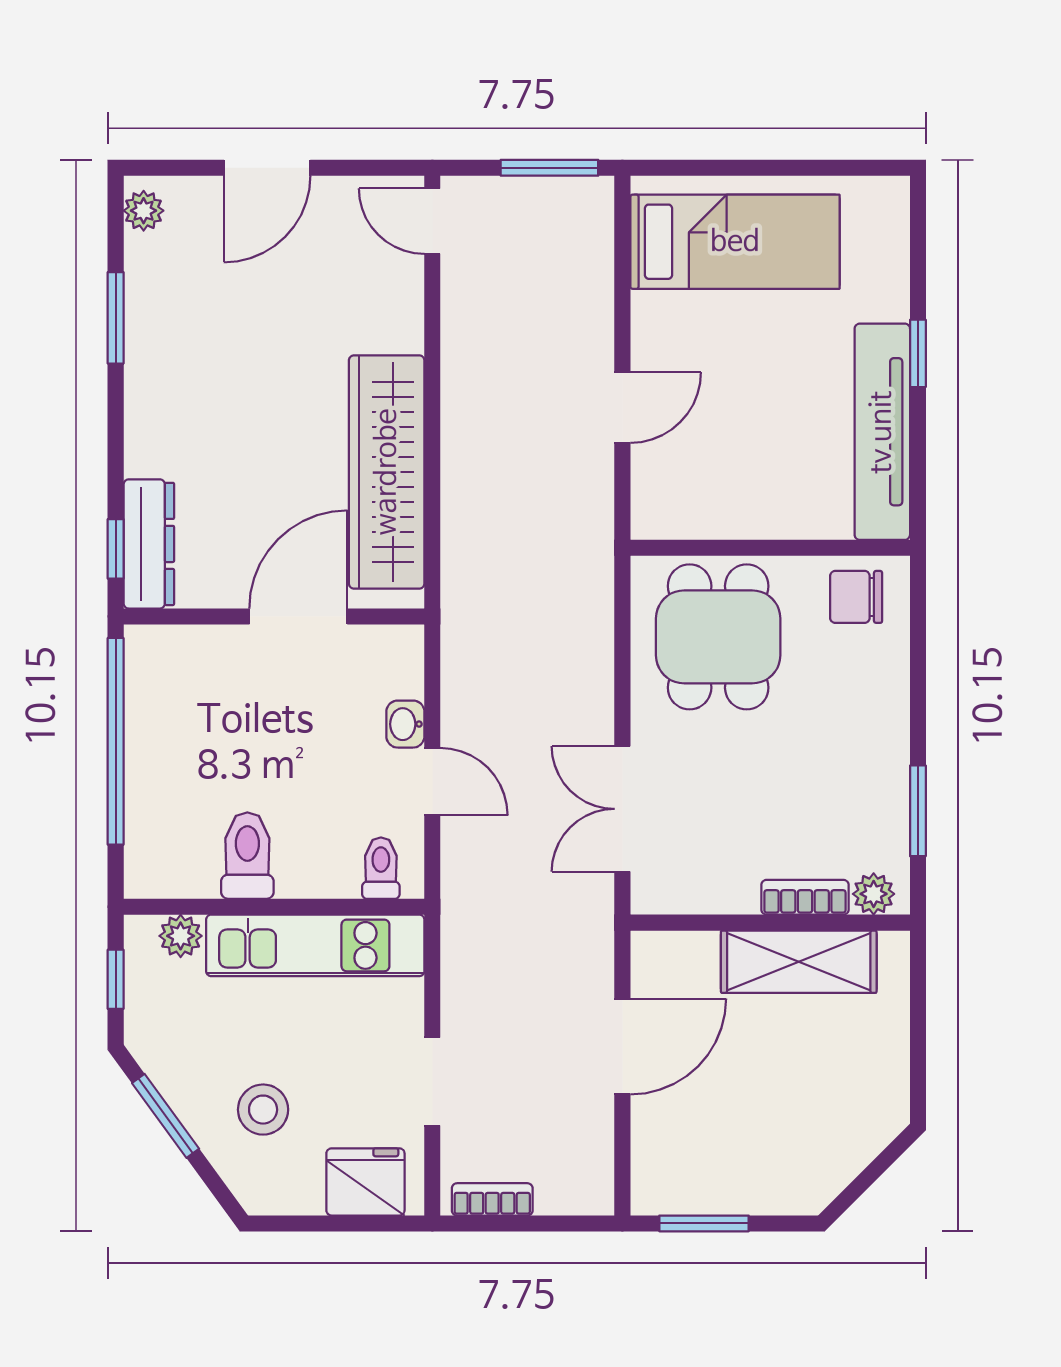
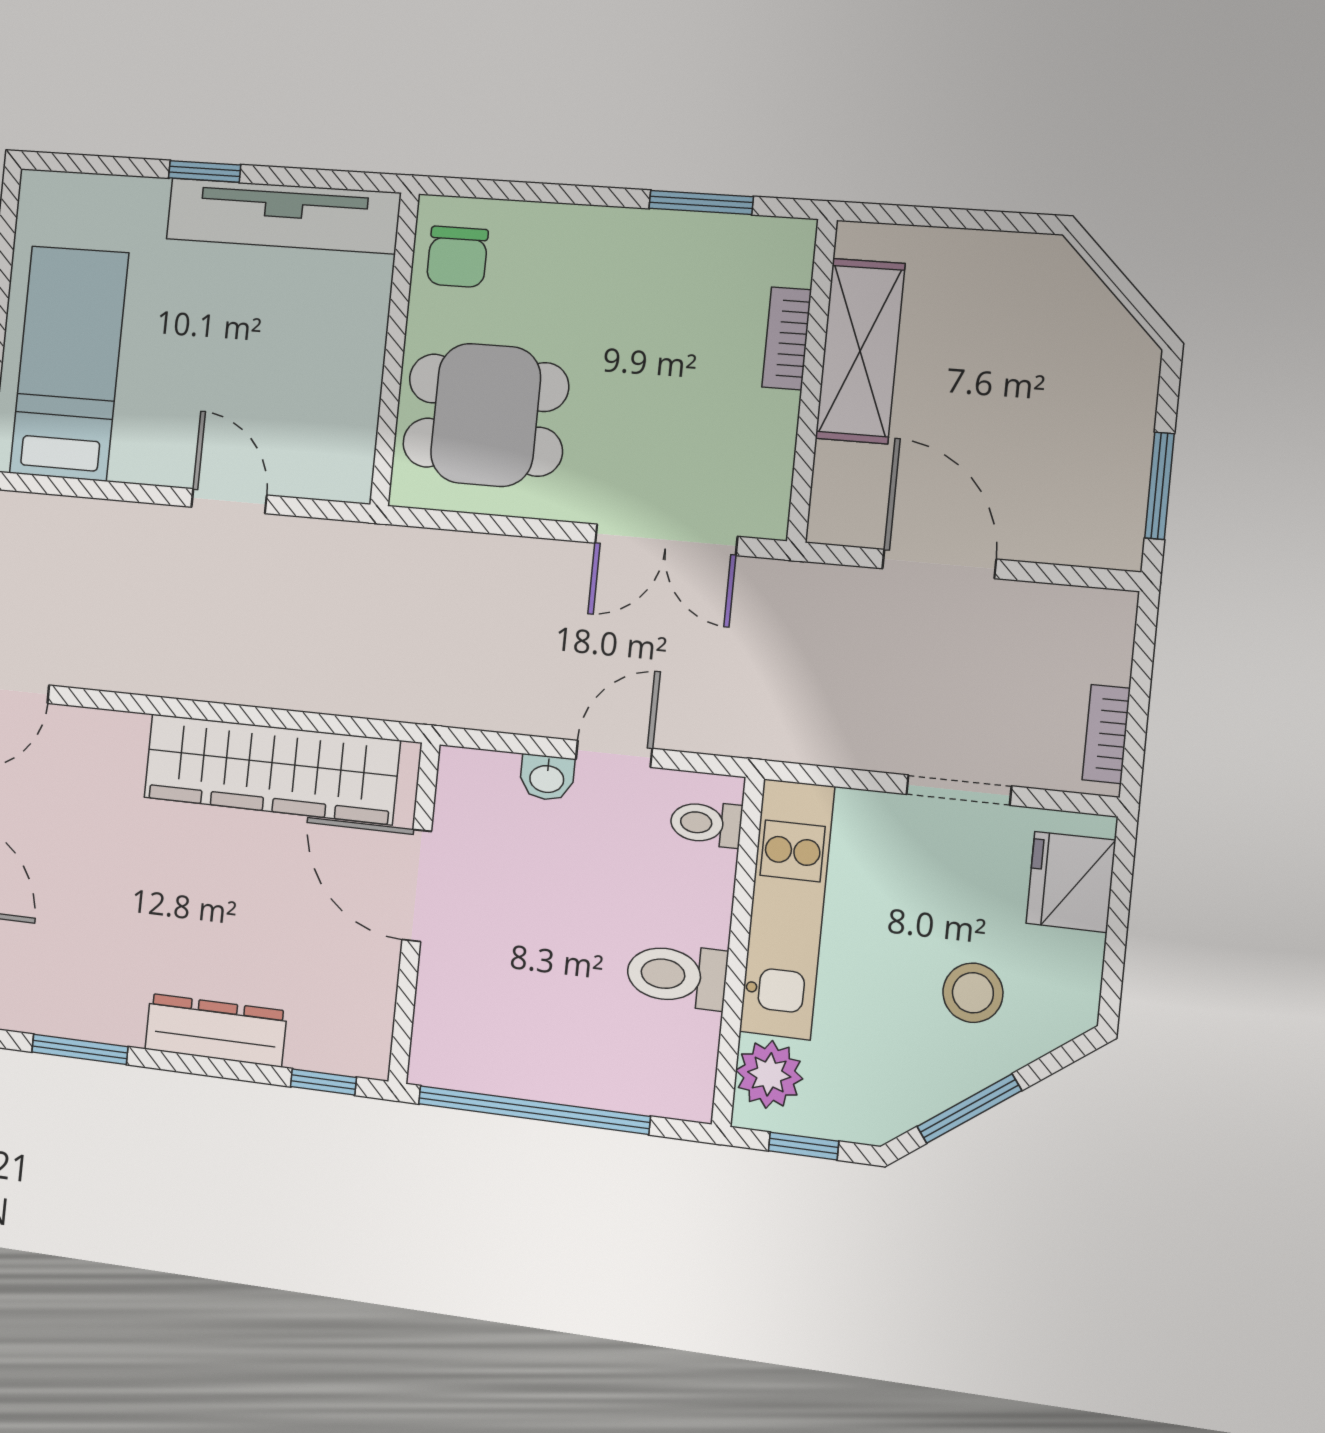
dresser: (149, 544) -> (216, 1030), moved
plant: (874, 894) -> (791, 259), removed
plant: (181, 936) -> (769, 1074), width x1.38, depth x1.38

